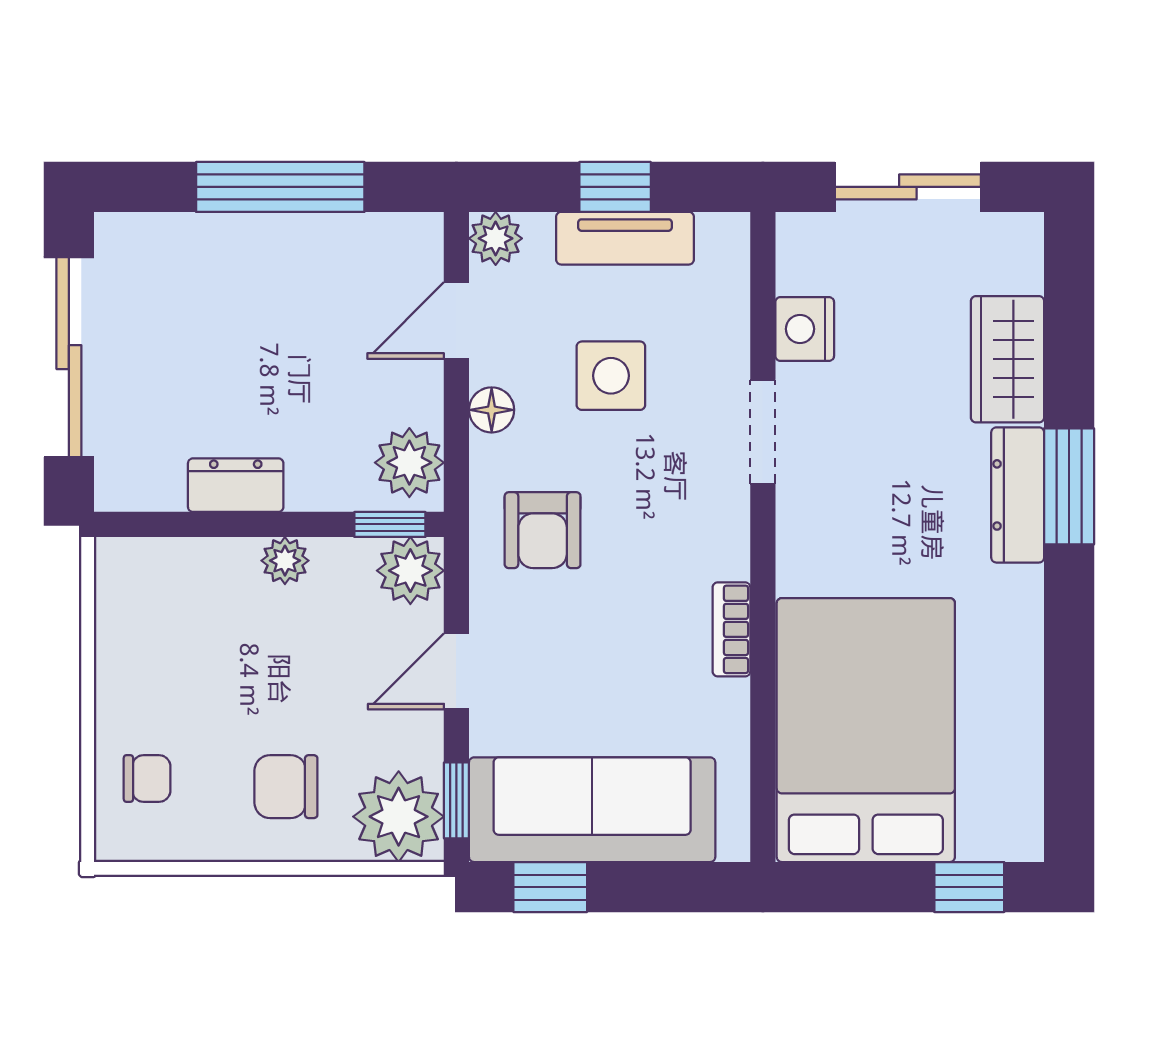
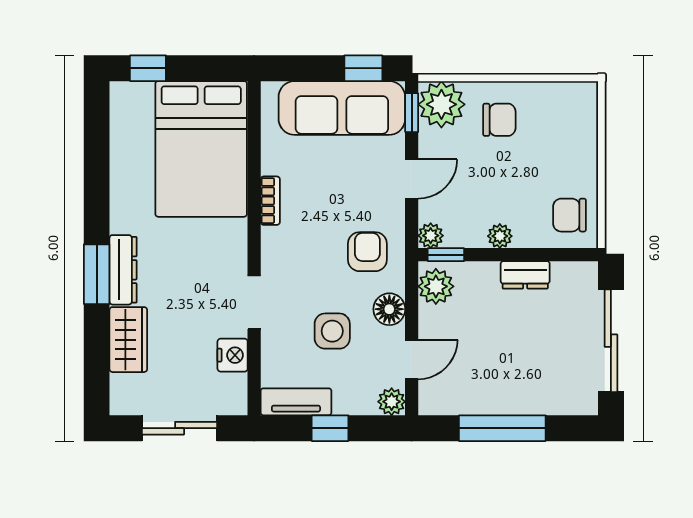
tv unit: (625, 238) -> (296, 402), moved
floor lamp: (492, 410) -> (389, 309), width x1.37, depth x1.37
plant: (410, 571) -> (431, 236), width x0.73, depth x0.73
chair: (147, 778) -> (570, 215), moved, width x1.37, depth x1.37

